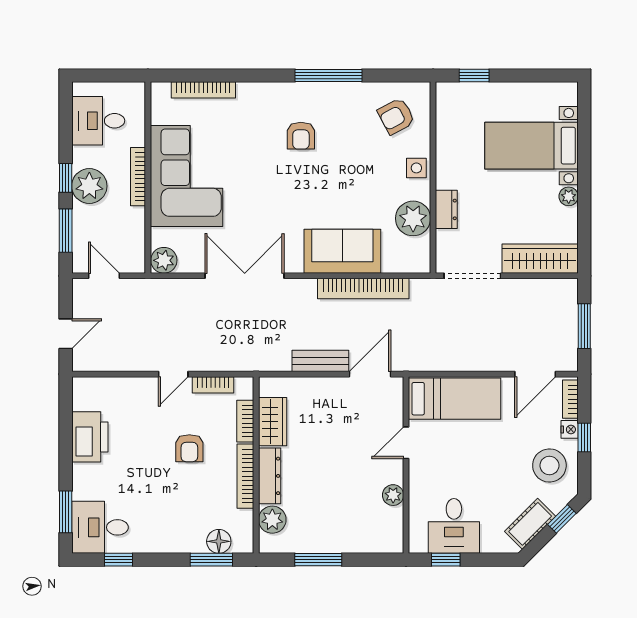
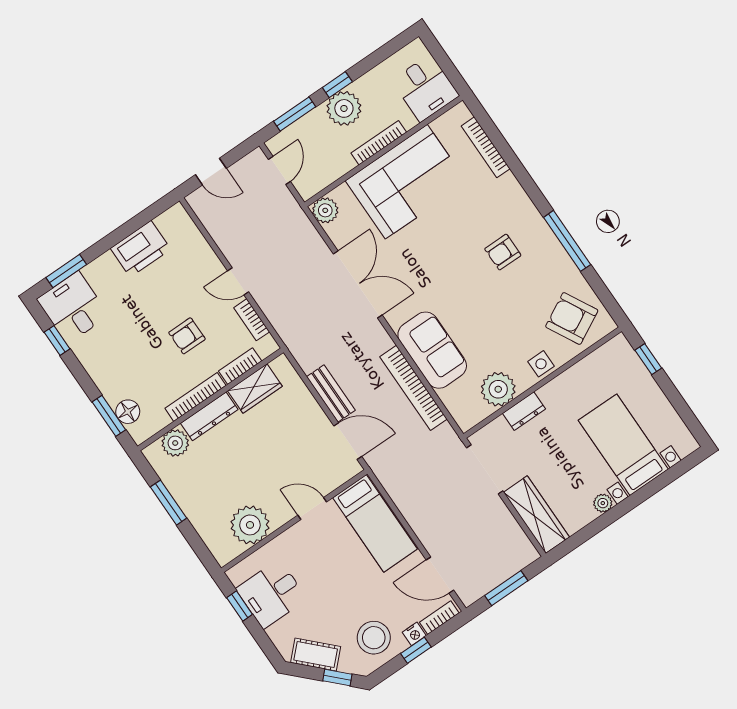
armchair: (396, 116) -> (572, 318), width x1.38, depth x1.38
desk: (98, 121) -> (425, 88), moved, turned 180
plant: (393, 495) -> (250, 525), width x1.87, depth x1.87

